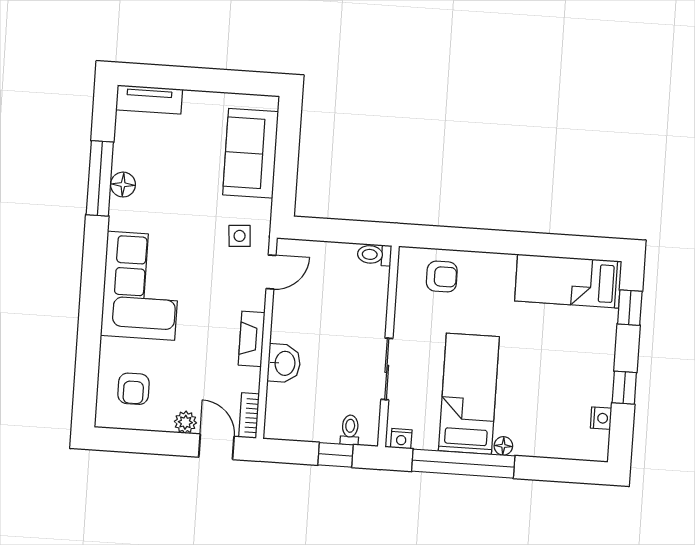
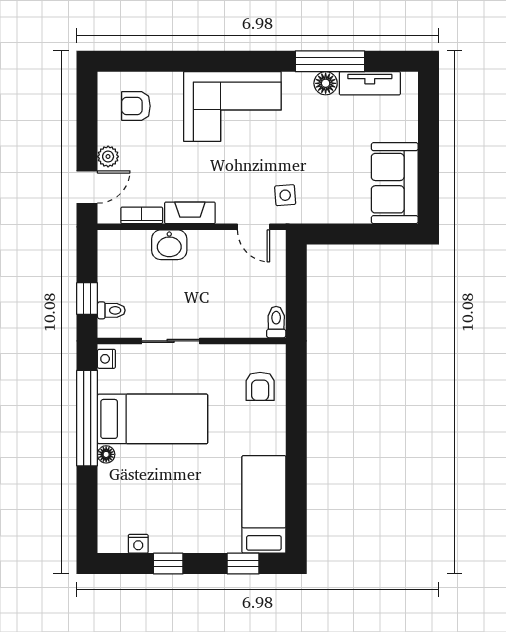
tv unit: (149, 100) -> (370, 83), moved, turned -90
sofa: (251, 153) -> (395, 183), moved, turned -90
bookcase: (249, 416) -> (142, 215), moved

